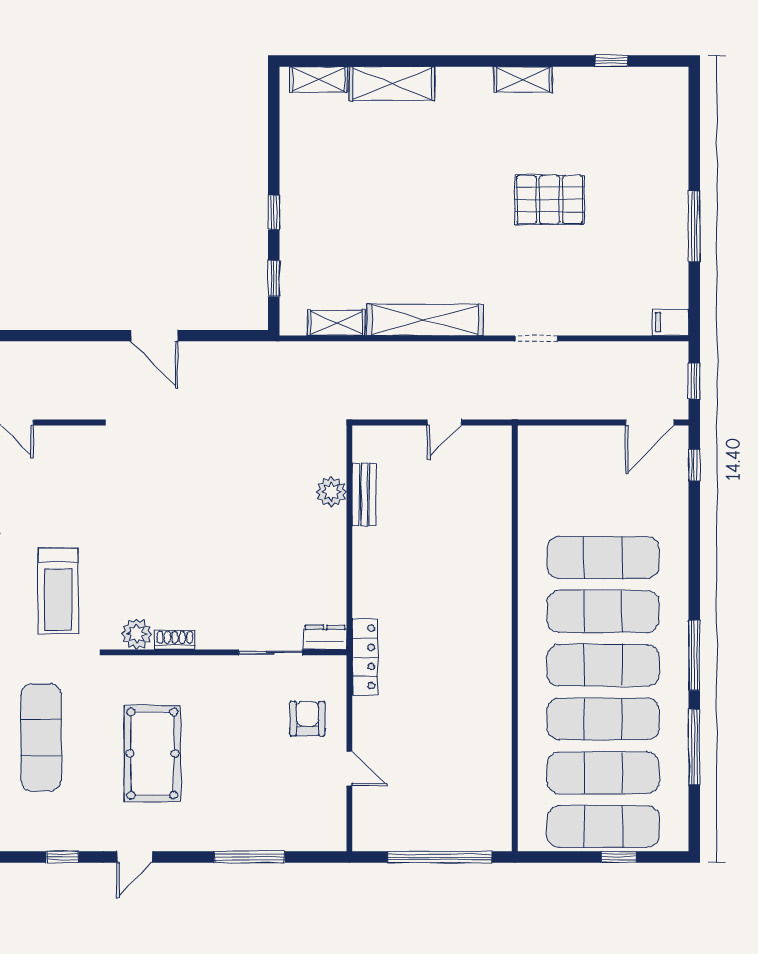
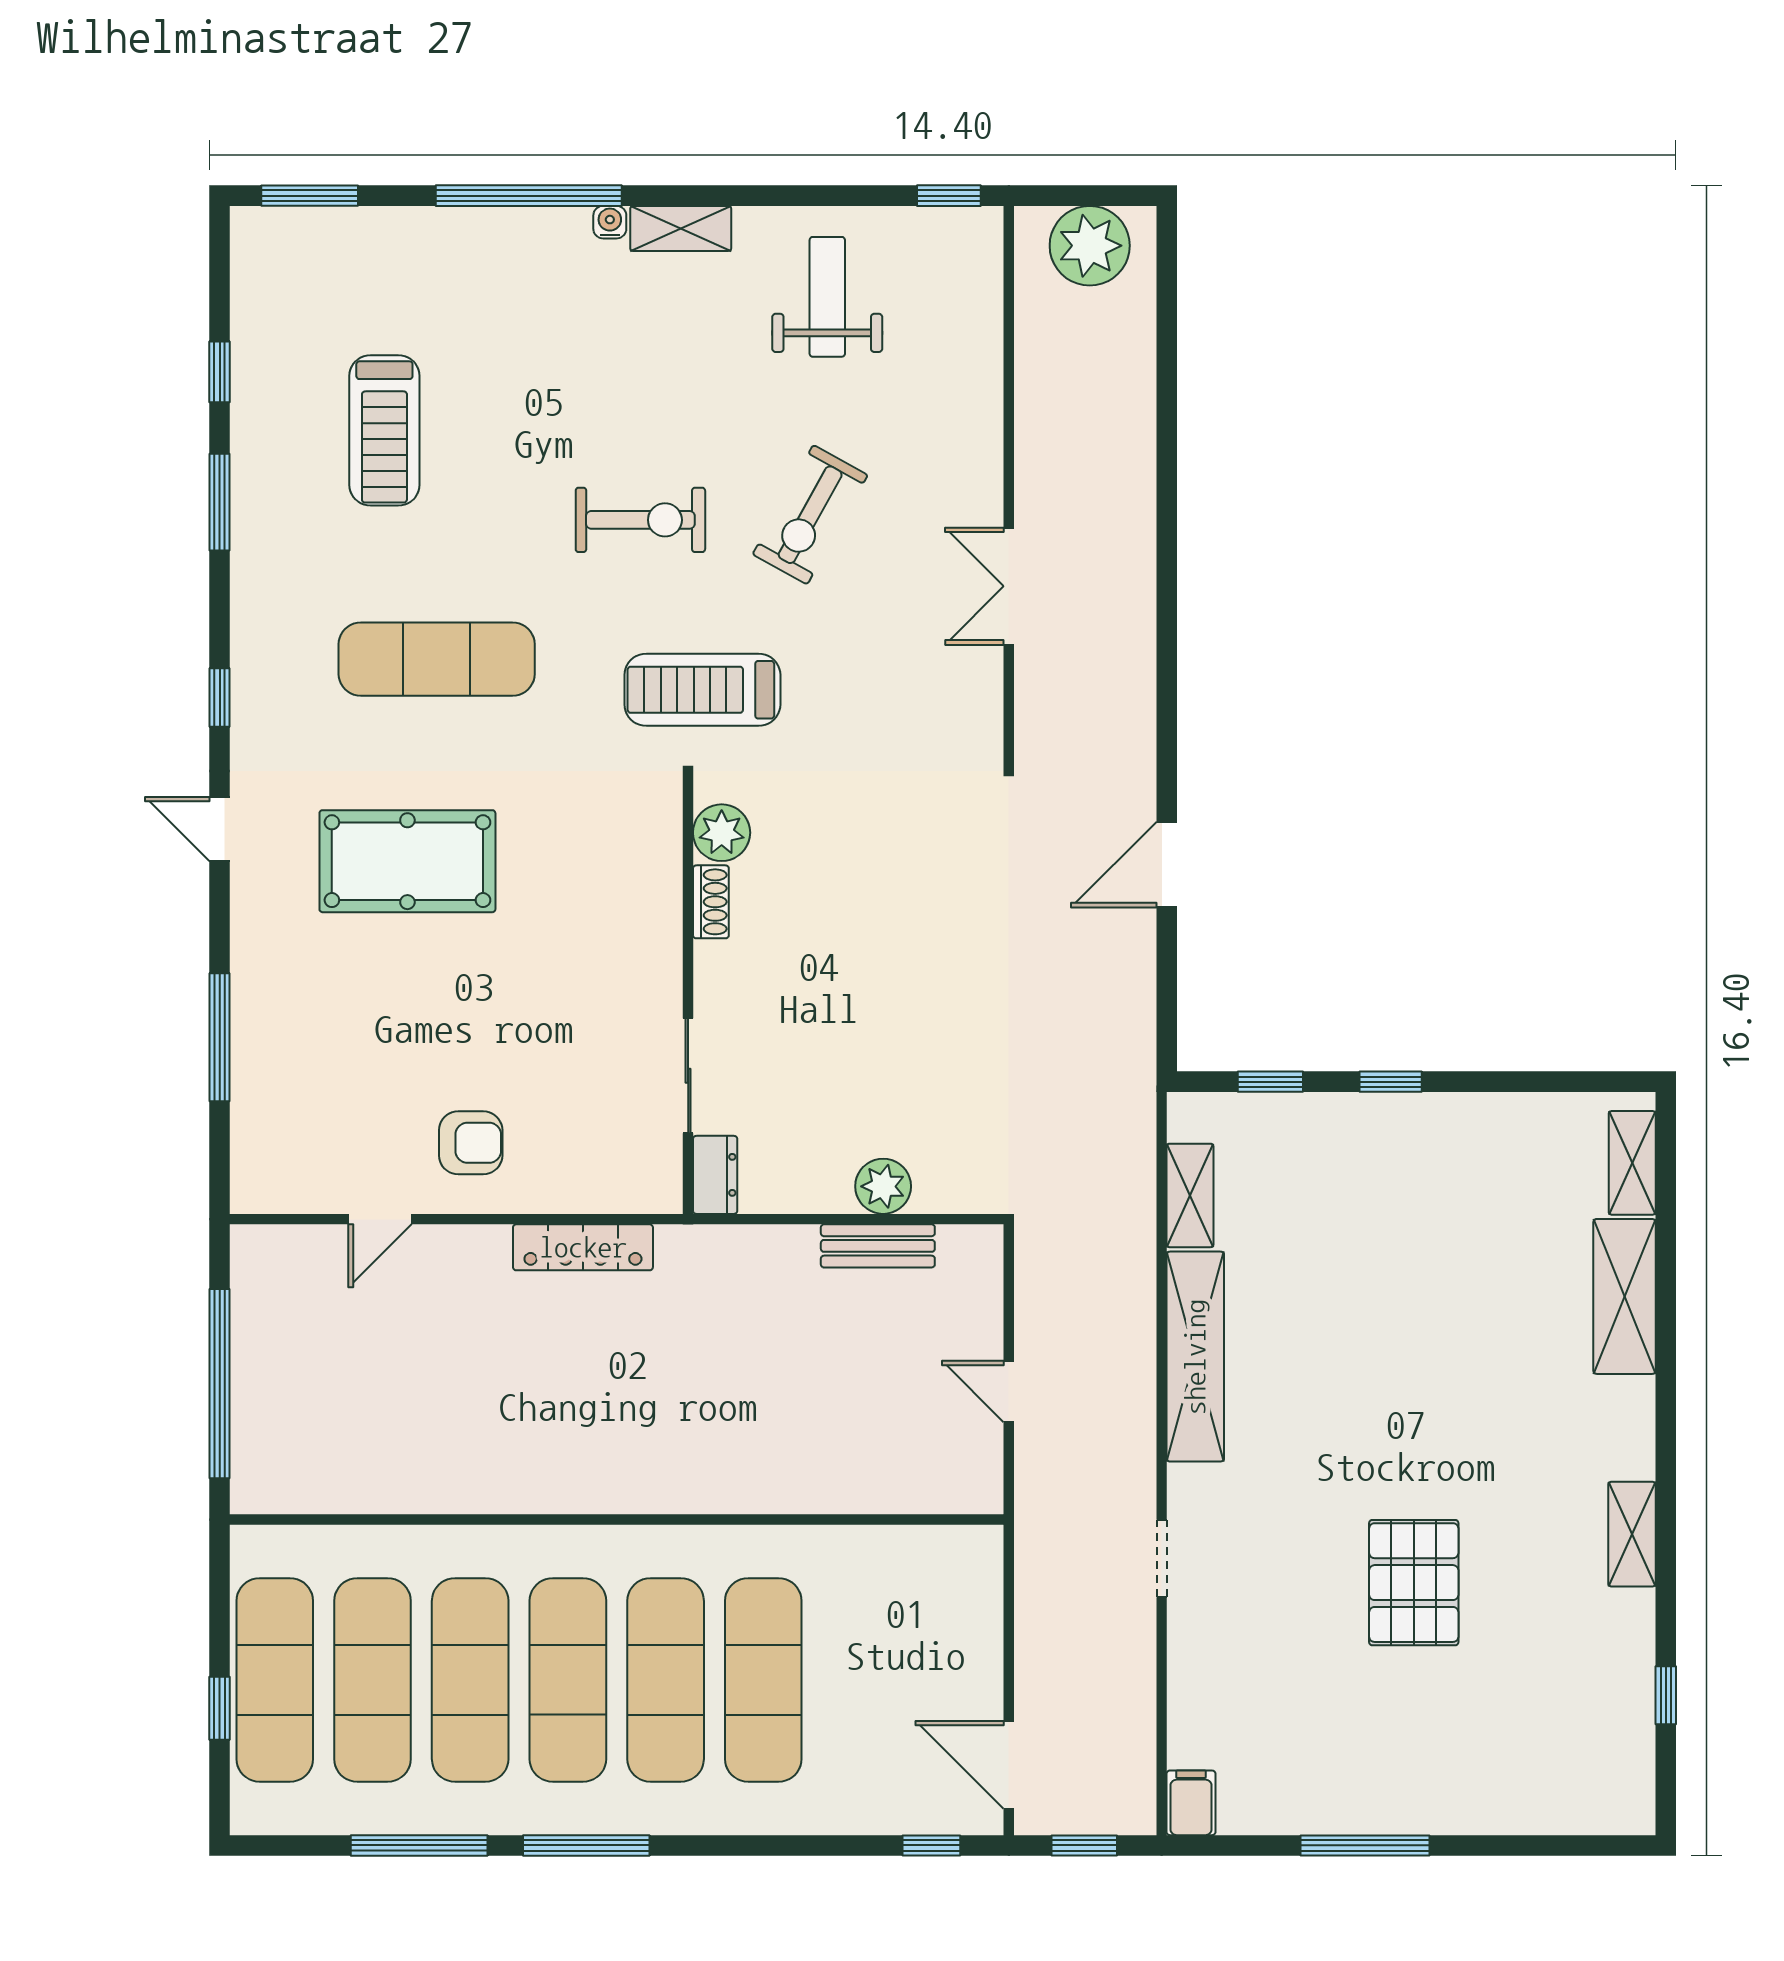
plant: (137, 634) -> (722, 833), moved
dresser: (325, 637) -> (715, 1175), moved
shoe rack: (175, 640) -> (711, 902), moved
wall: (226, 652) -> (688, 995), moved
sliding door: (270, 652) -> (688, 1076), moved

